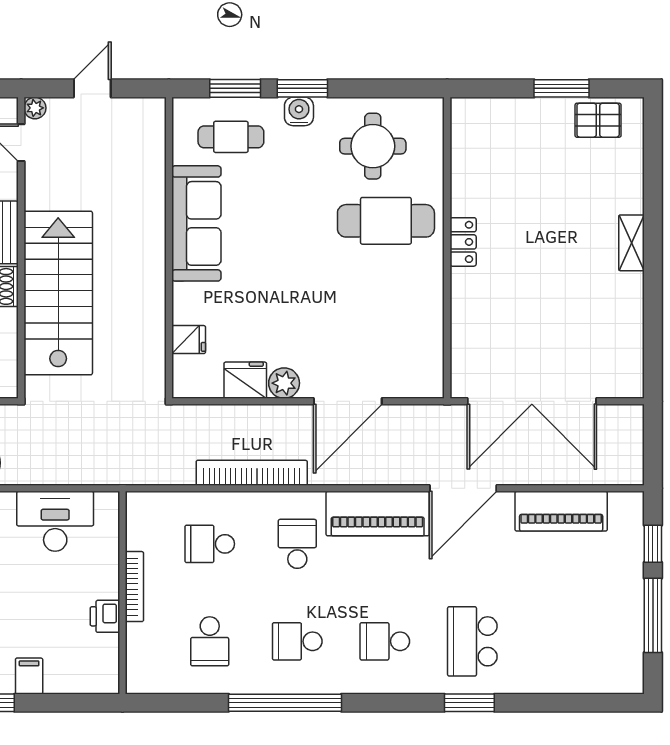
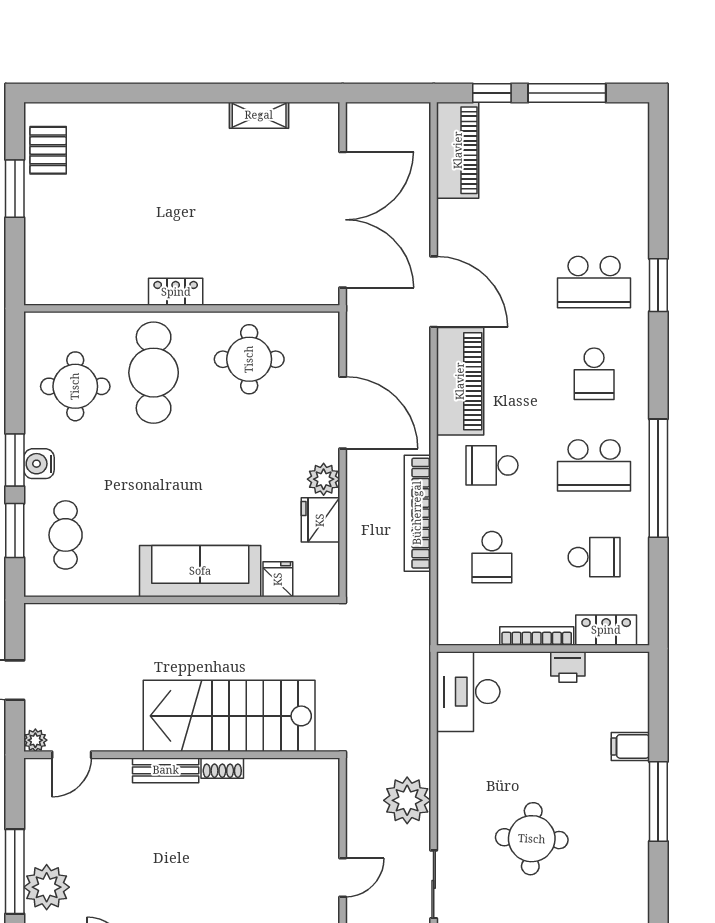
sofa: (196, 223) -> (200, 571), moved
shelving: (632, 243) -> (259, 115), moved
round table: (399, 312) -> (249, 359), added
piano: (561, 511) -> (458, 150), moved
desk: (55, 521) -> (468, 692), moved
school desk: (297, 641) -> (594, 465), width x1.85
locker: (140, 653) -> (606, 630), added

